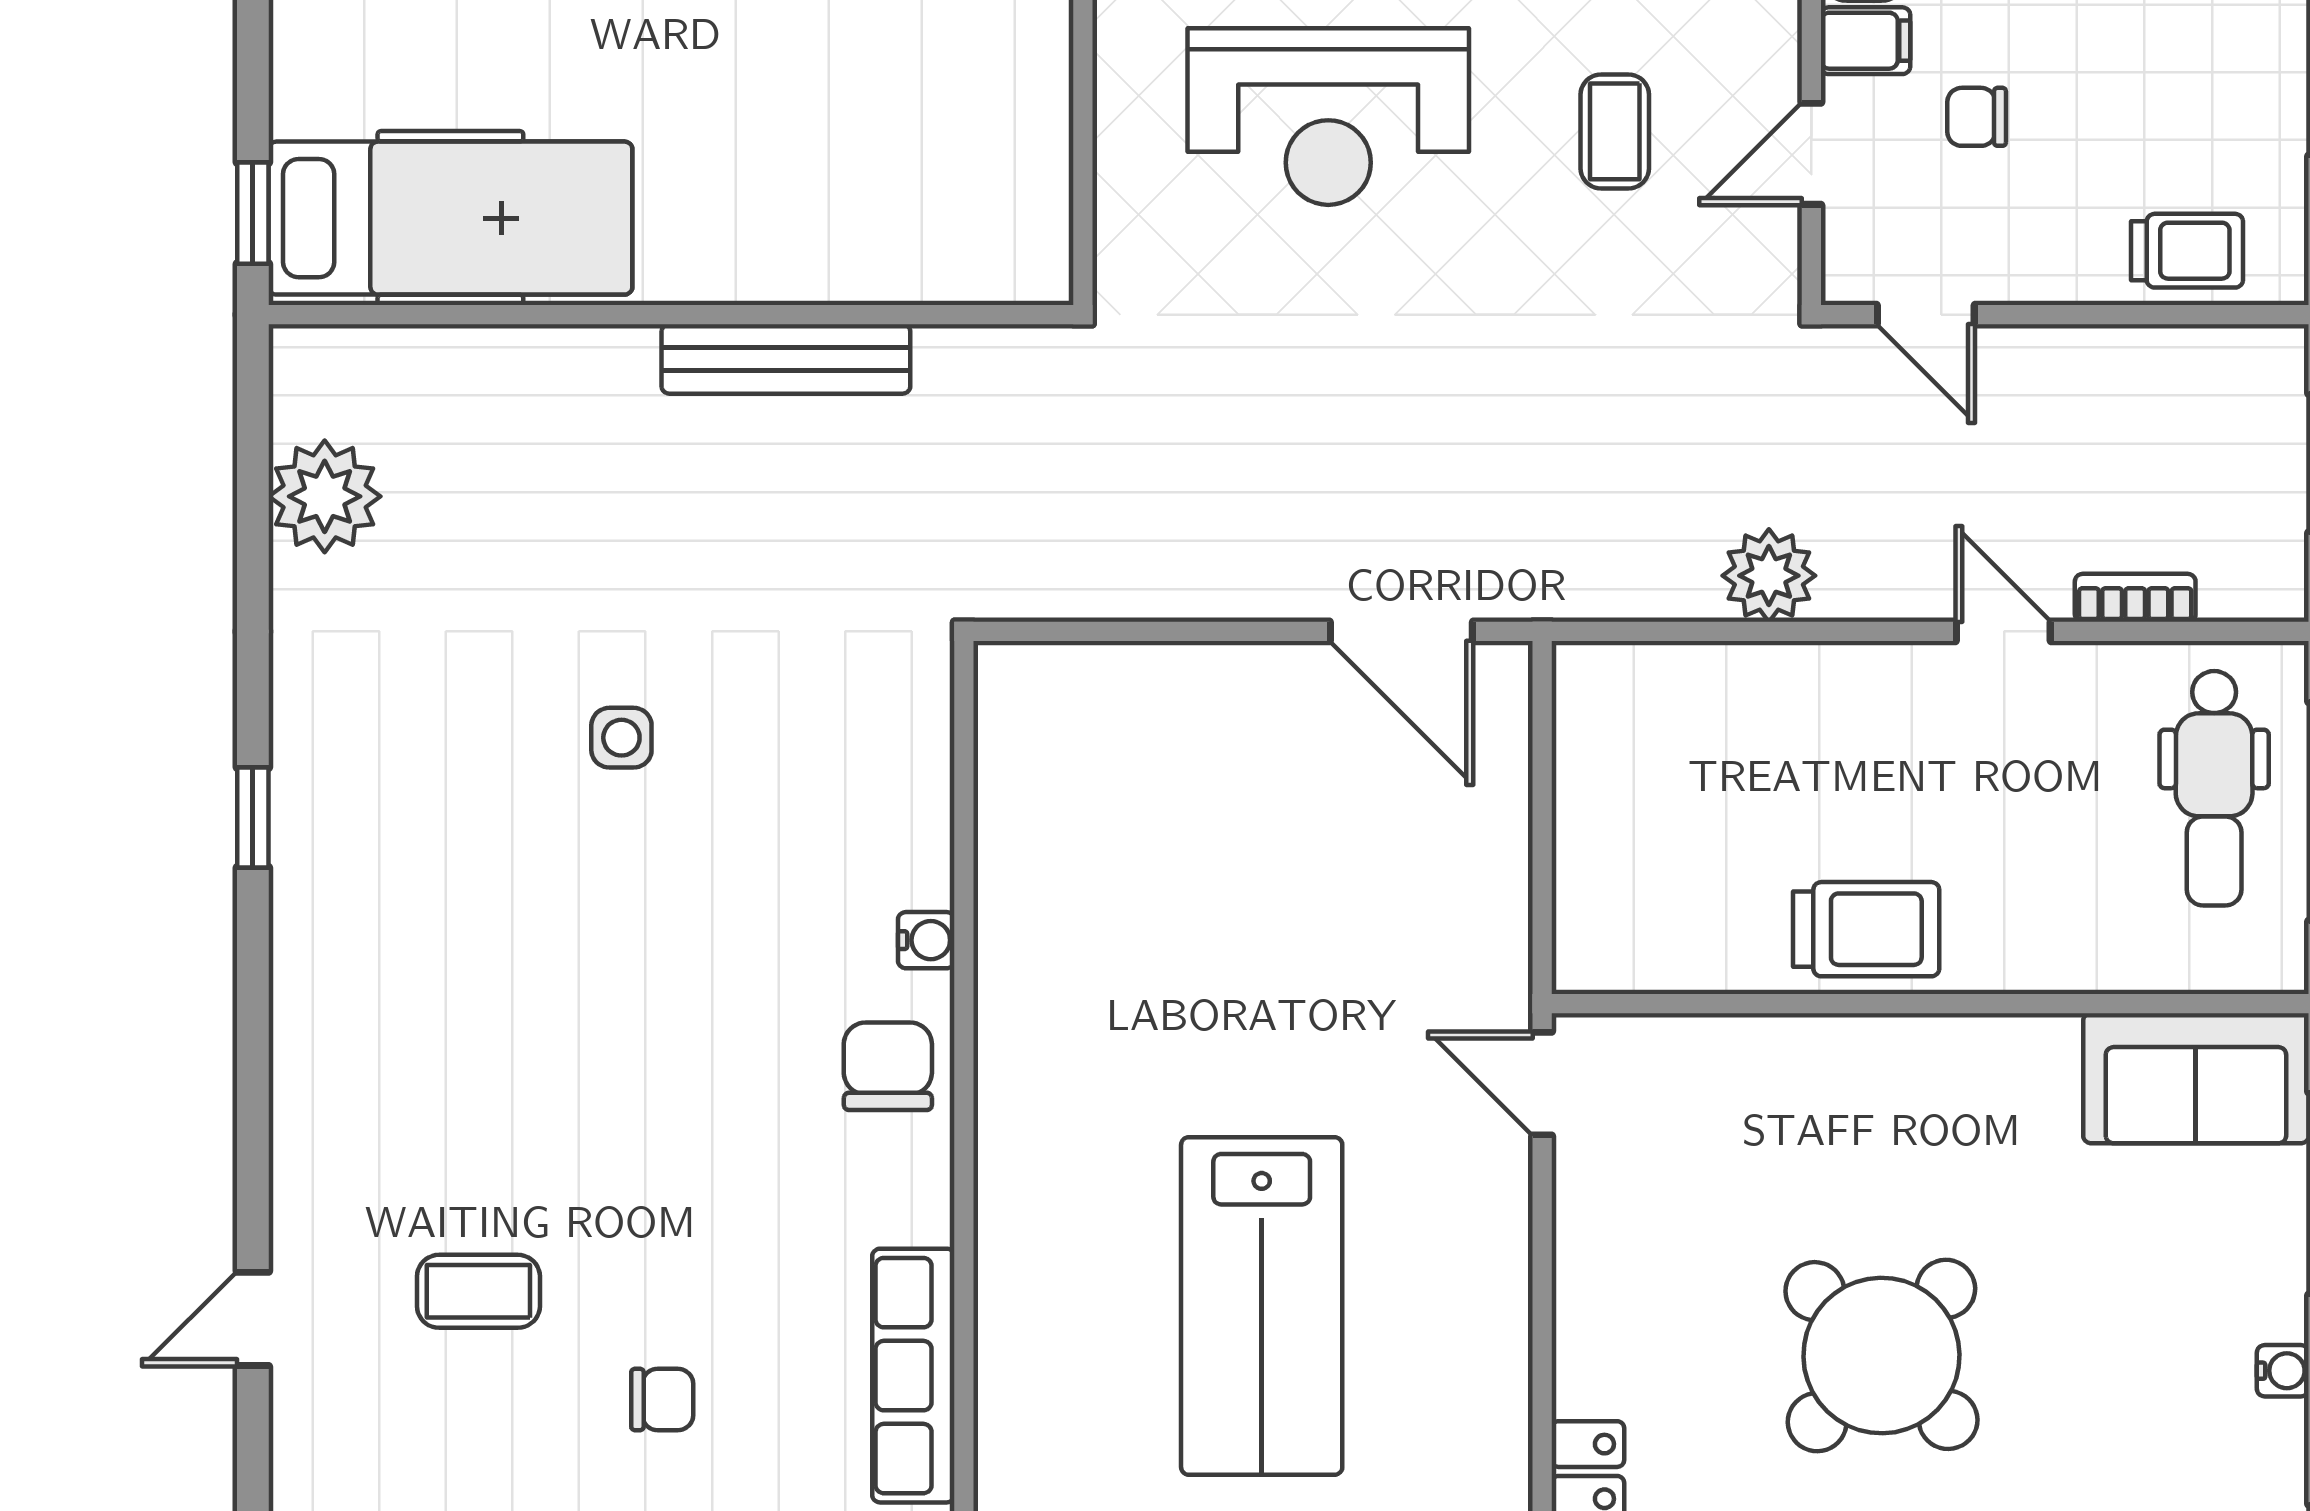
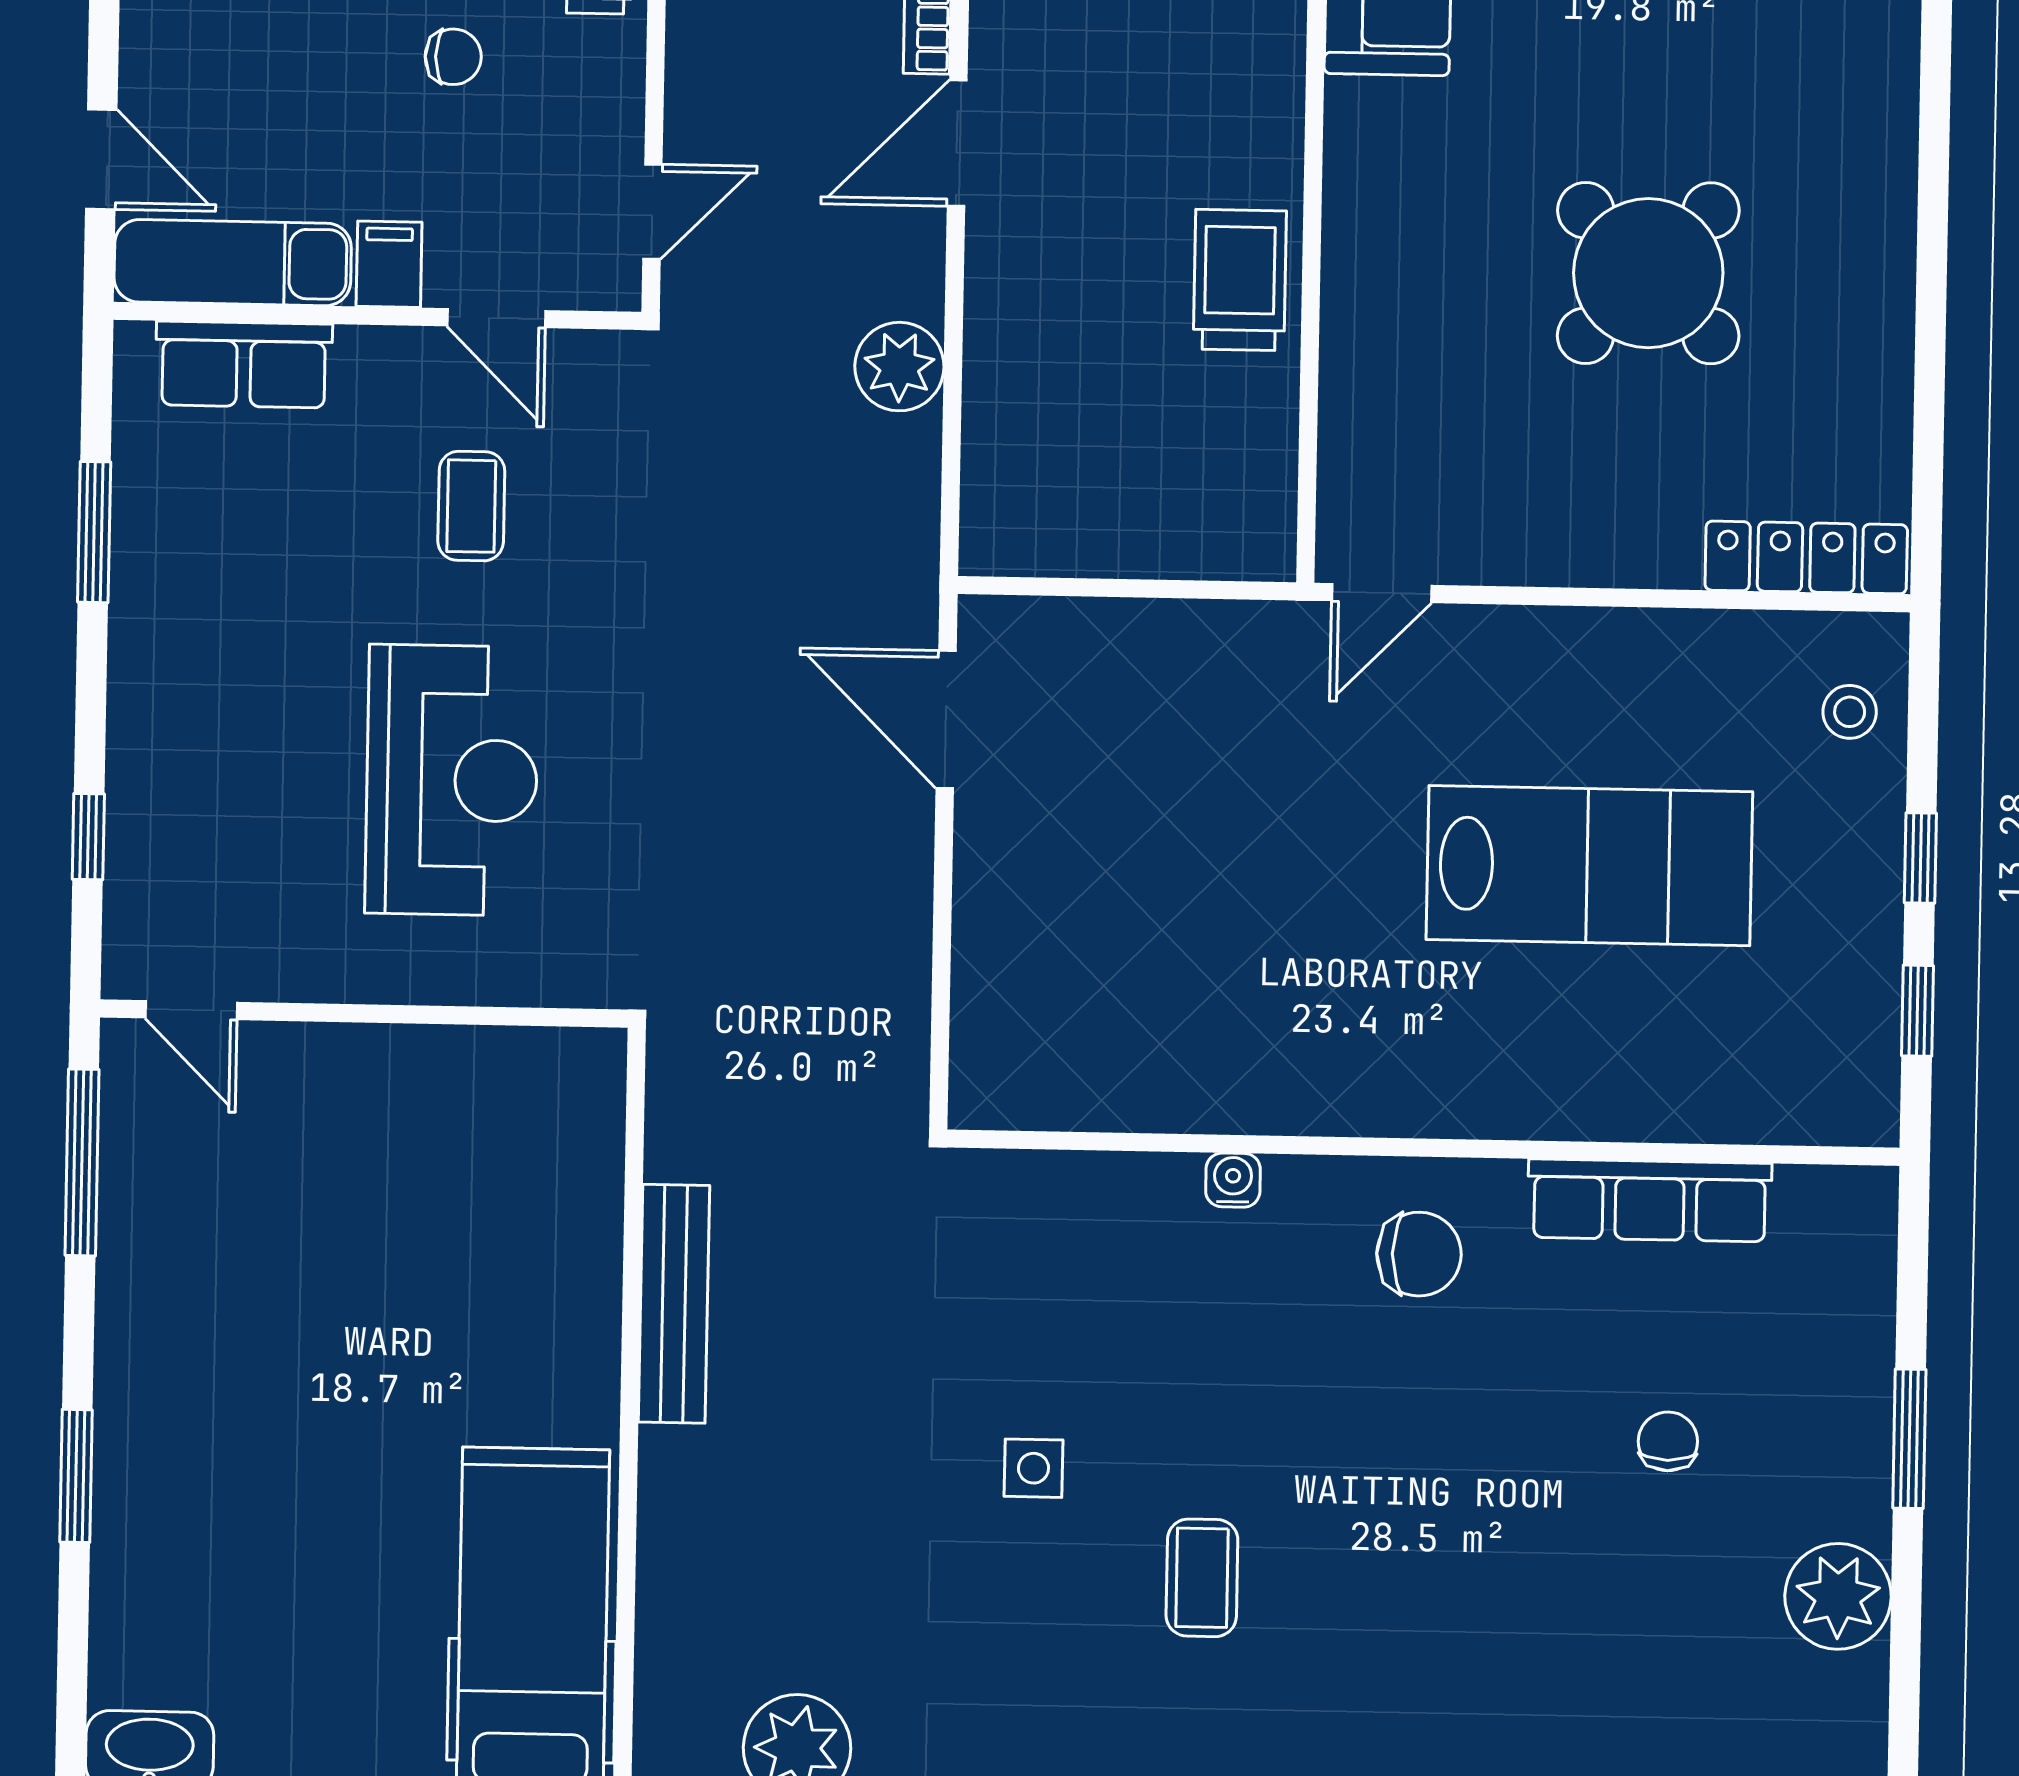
chair: (1977, 117) -> (453, 57), moved, turned -90
coffee table: (1615, 131) -> (471, 506), turned 90
door: (1401, 631) -> (946, 720), swing flipped
door: (2003, 631) -> (957, 143), width x1.38
chair: (888, 1066) -> (1419, 1254), moved, turned 180
coffee table: (478, 1291) -> (1202, 1578), moved

